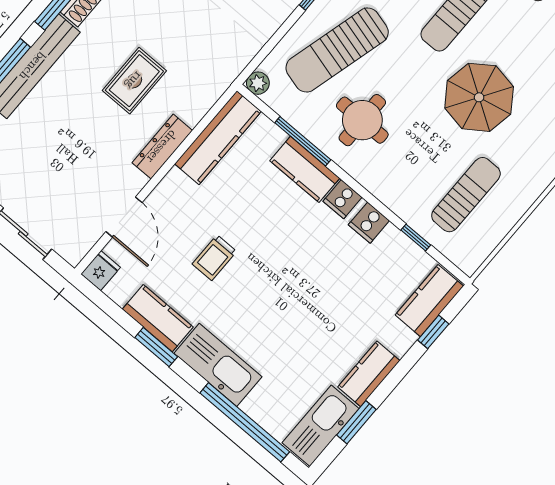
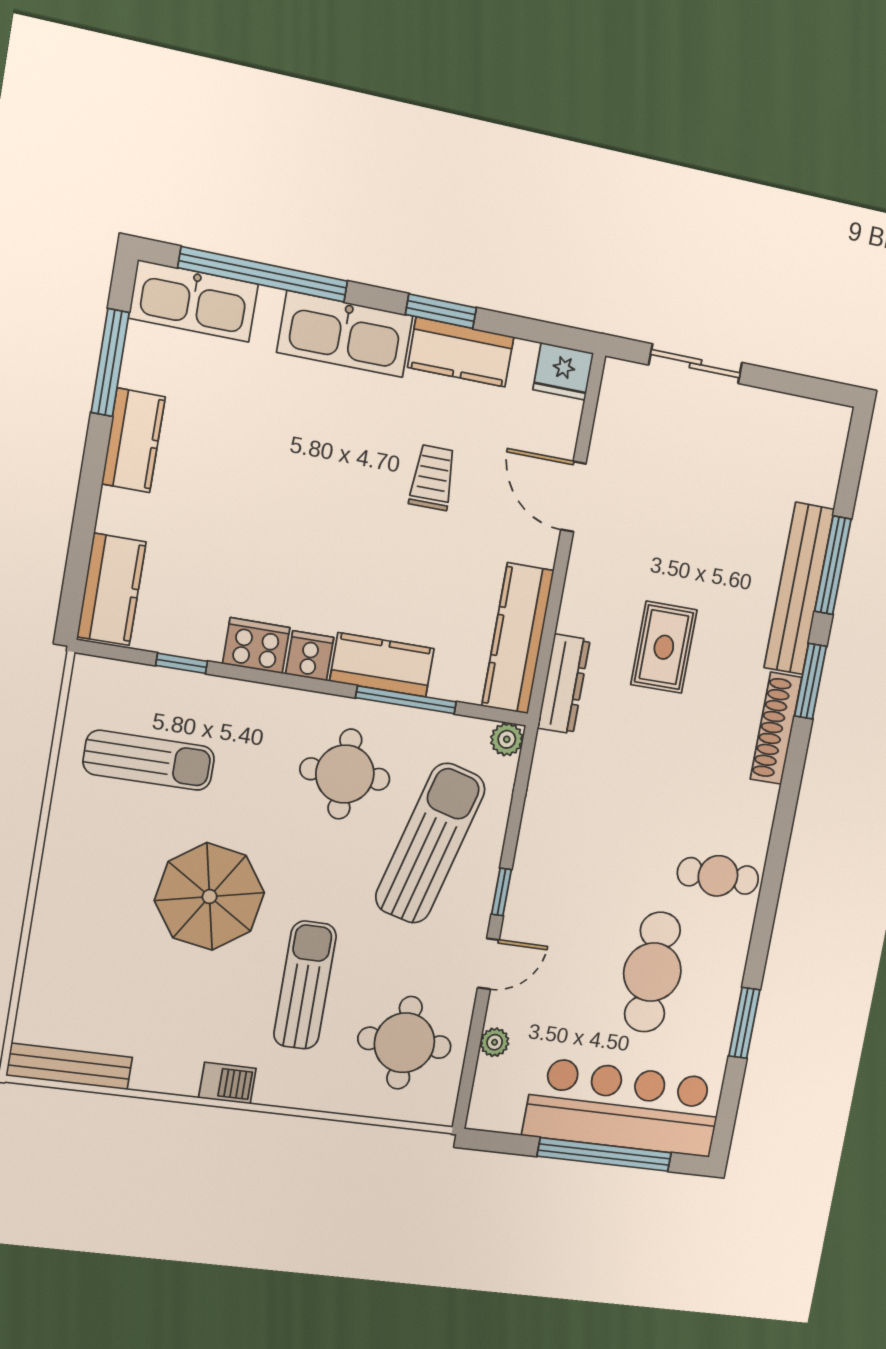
dresser: (162, 147) -> (564, 684), moved
sun lounger: (466, 195) -> (149, 760), turned -90
door: (124, 217) -> (573, 497), moved
cooker: (369, 223) -> (256, 646), width x1.36
fridge: (101, 271) -> (563, 371), width x1.38
window: (433, 332) -> (80, 550), removed
window: (356, 422) -> (110, 362), width x1.44
kitchen sink: (321, 426) -> (194, 301), moved, turned 90

